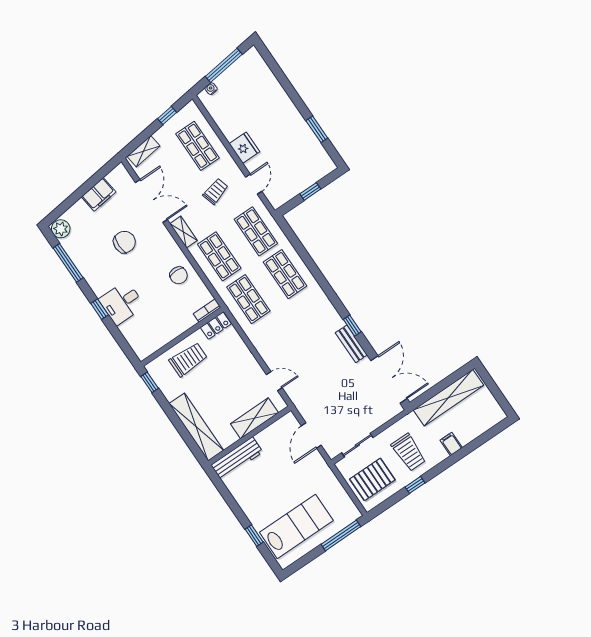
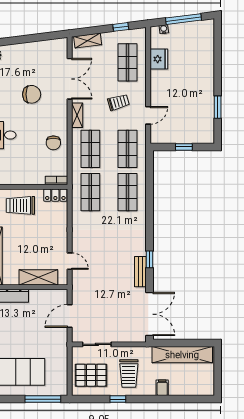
fridge: (244, 148) -> (159, 59), moved
filing cabinet: (99, 194) -> (36, 49), removed
trolley: (188, 359) -> (20, 205), turned 180

